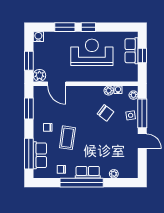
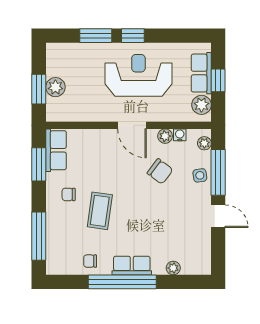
water cooler: (38, 37) -> (54, 51), removed
plant: (132, 71) -> (201, 105), added
plant: (39, 75) -> (55, 87), moved
door: (57, 84) -> (132, 125), moved
row of seats: (40, 155) -> (56, 150), moved

